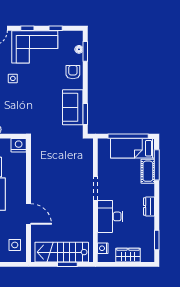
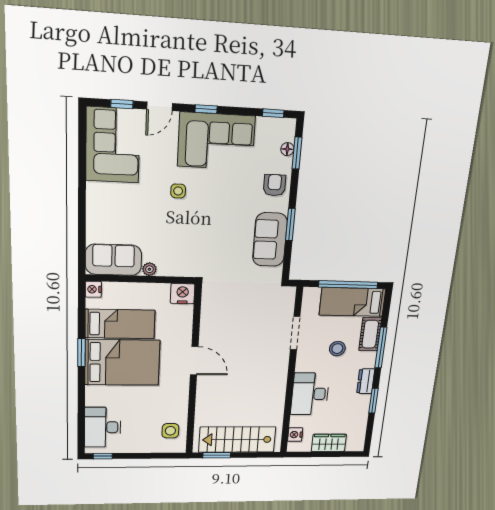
window: (56, 28) -> (273, 113), moved
window: (85, 114) -> (290, 225), moved
window: (157, 165) -> (381, 348), moved
stool: (126, 182) -> (337, 349), added
doorway: (95, 188) -> (295, 333), moved
door: (29, 214) -> (194, 361), moved
window: (157, 240) -> (374, 401), moved
window: (67, 264) -> (217, 455), moved

